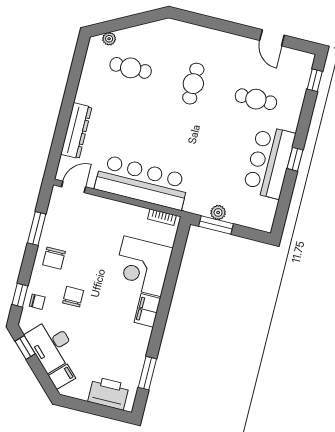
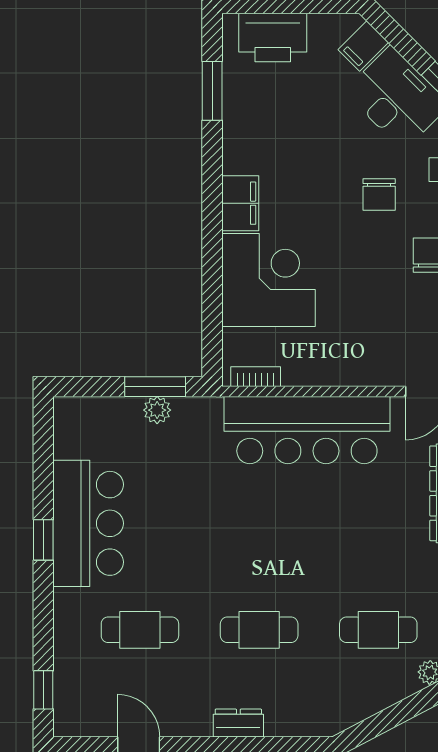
dresser: (216, 37) -> (238, 723), added
cafe table: (193, 84) -> (259, 630), turned 90

